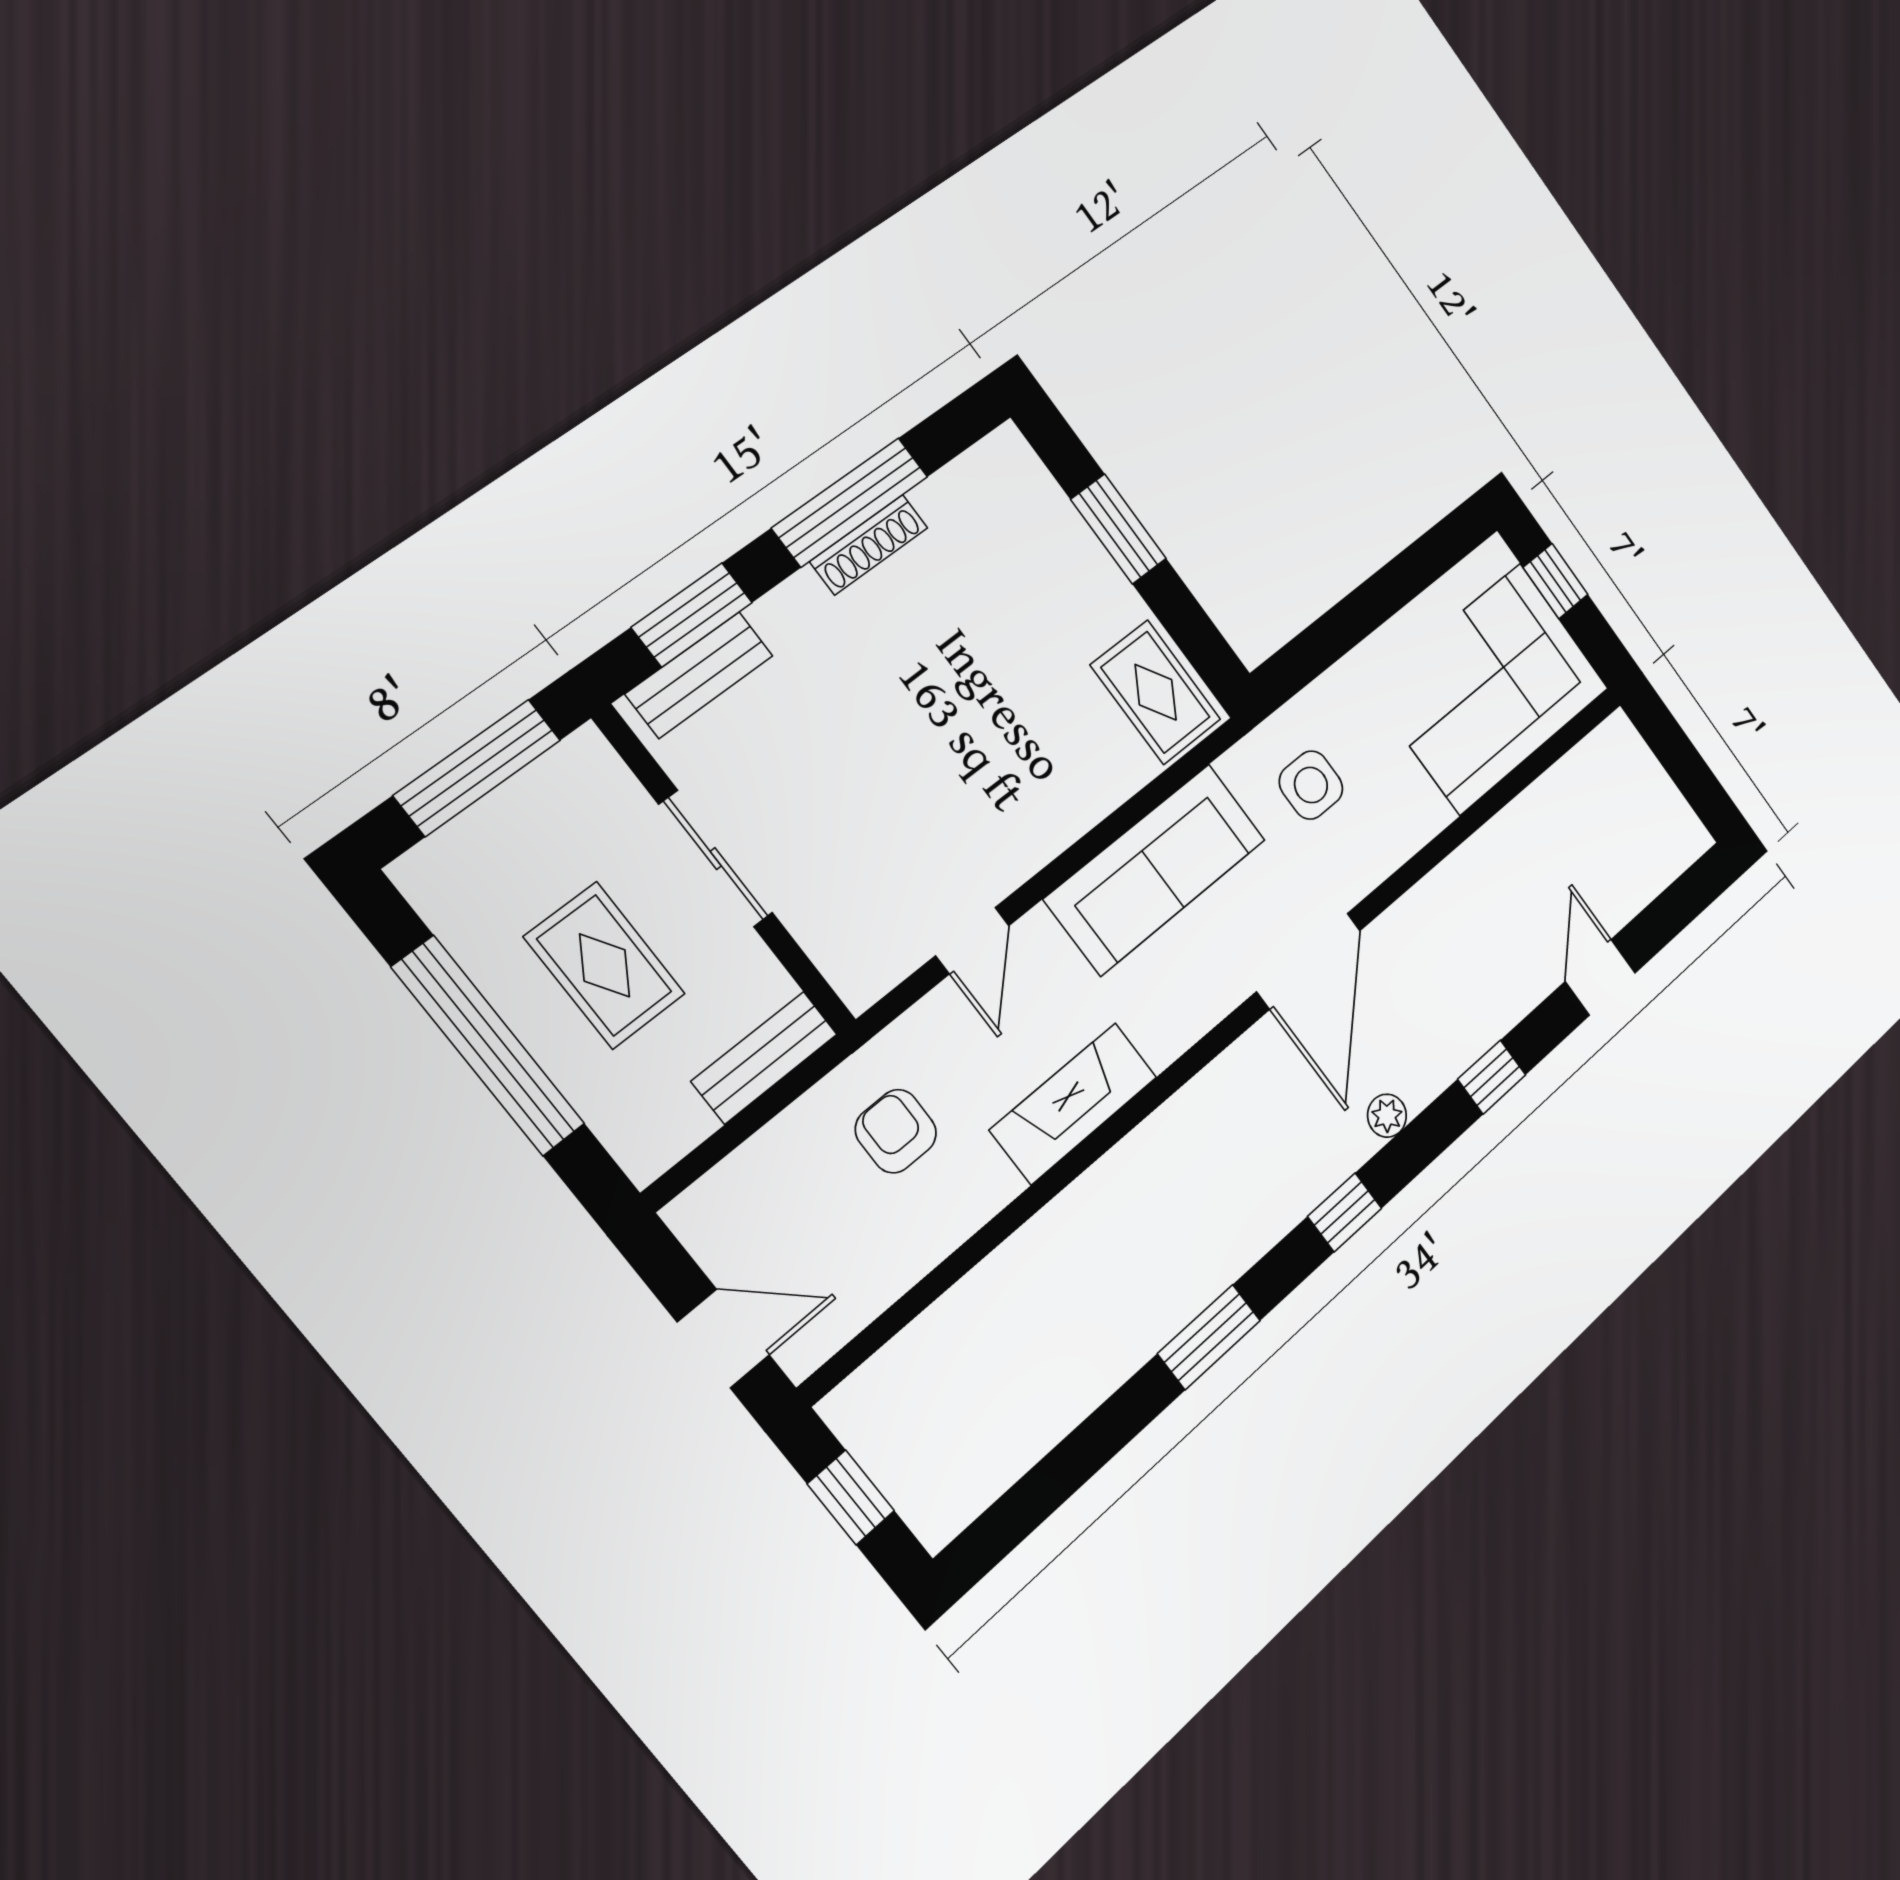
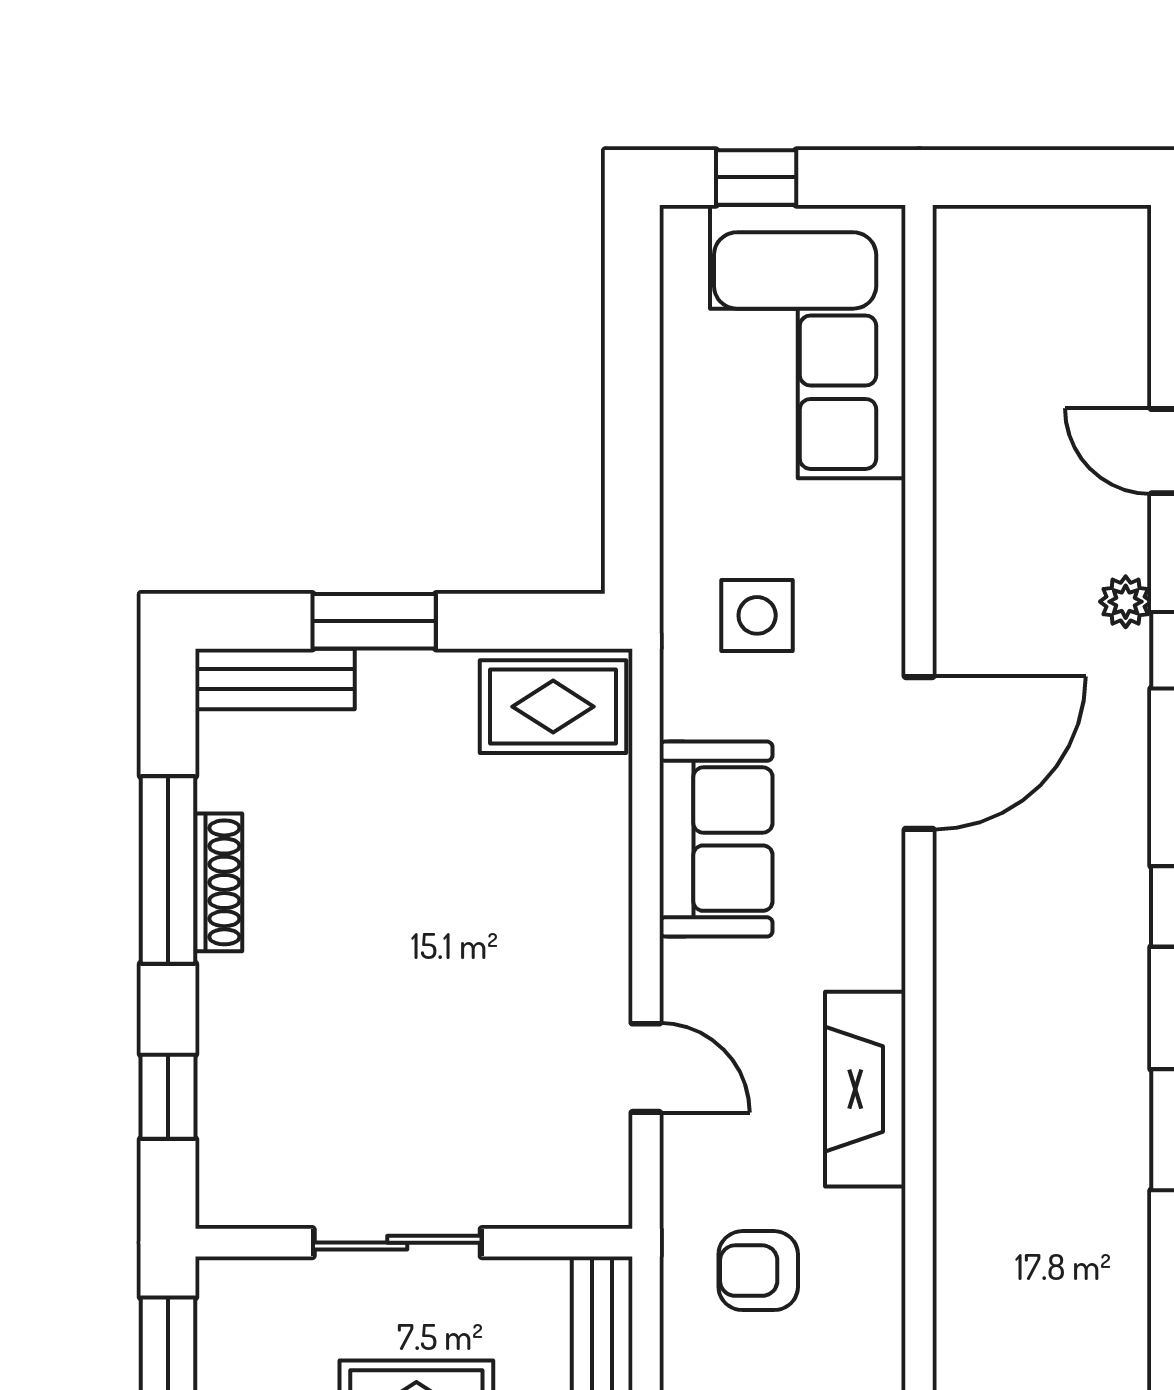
window: (692, 615) -> (168, 1097), width x0.67
bench: (699, 675) -> (275, 679), moved, turned 90
sofa: (1156, 869) -> (716, 839), width x0.73
door: (1309, 961) -> (919, 753), hinge flipped
plant: (1387, 1116) -> (1126, 602), moved

